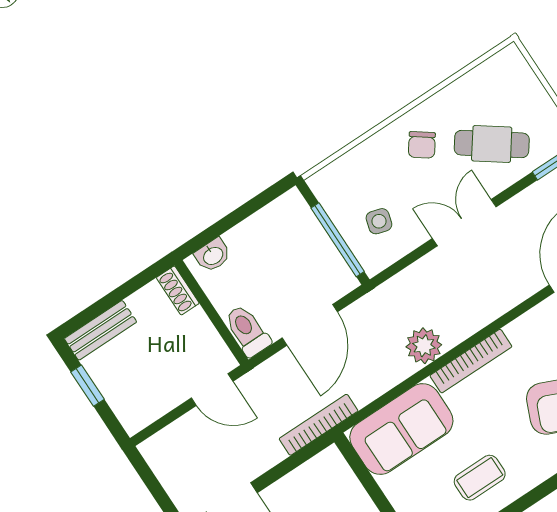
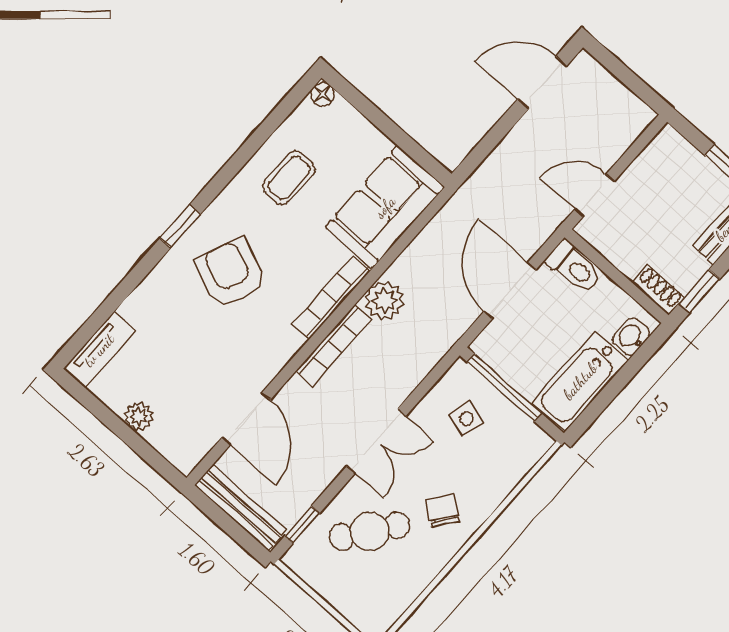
bathtub: (269, 228) -> (580, 381), added
window: (141, 280) -> (700, 291), added
bookcase: (319, 425) -> (334, 345), moved

